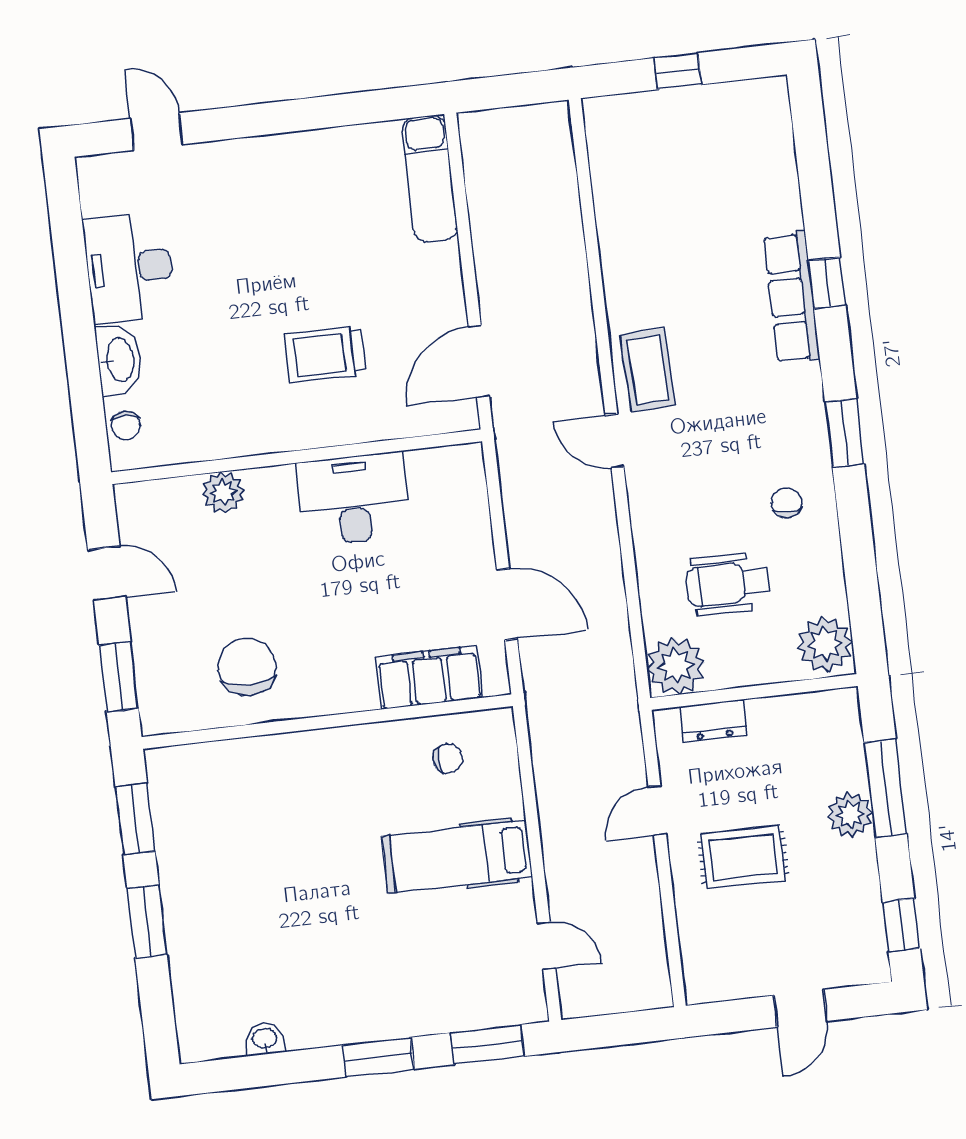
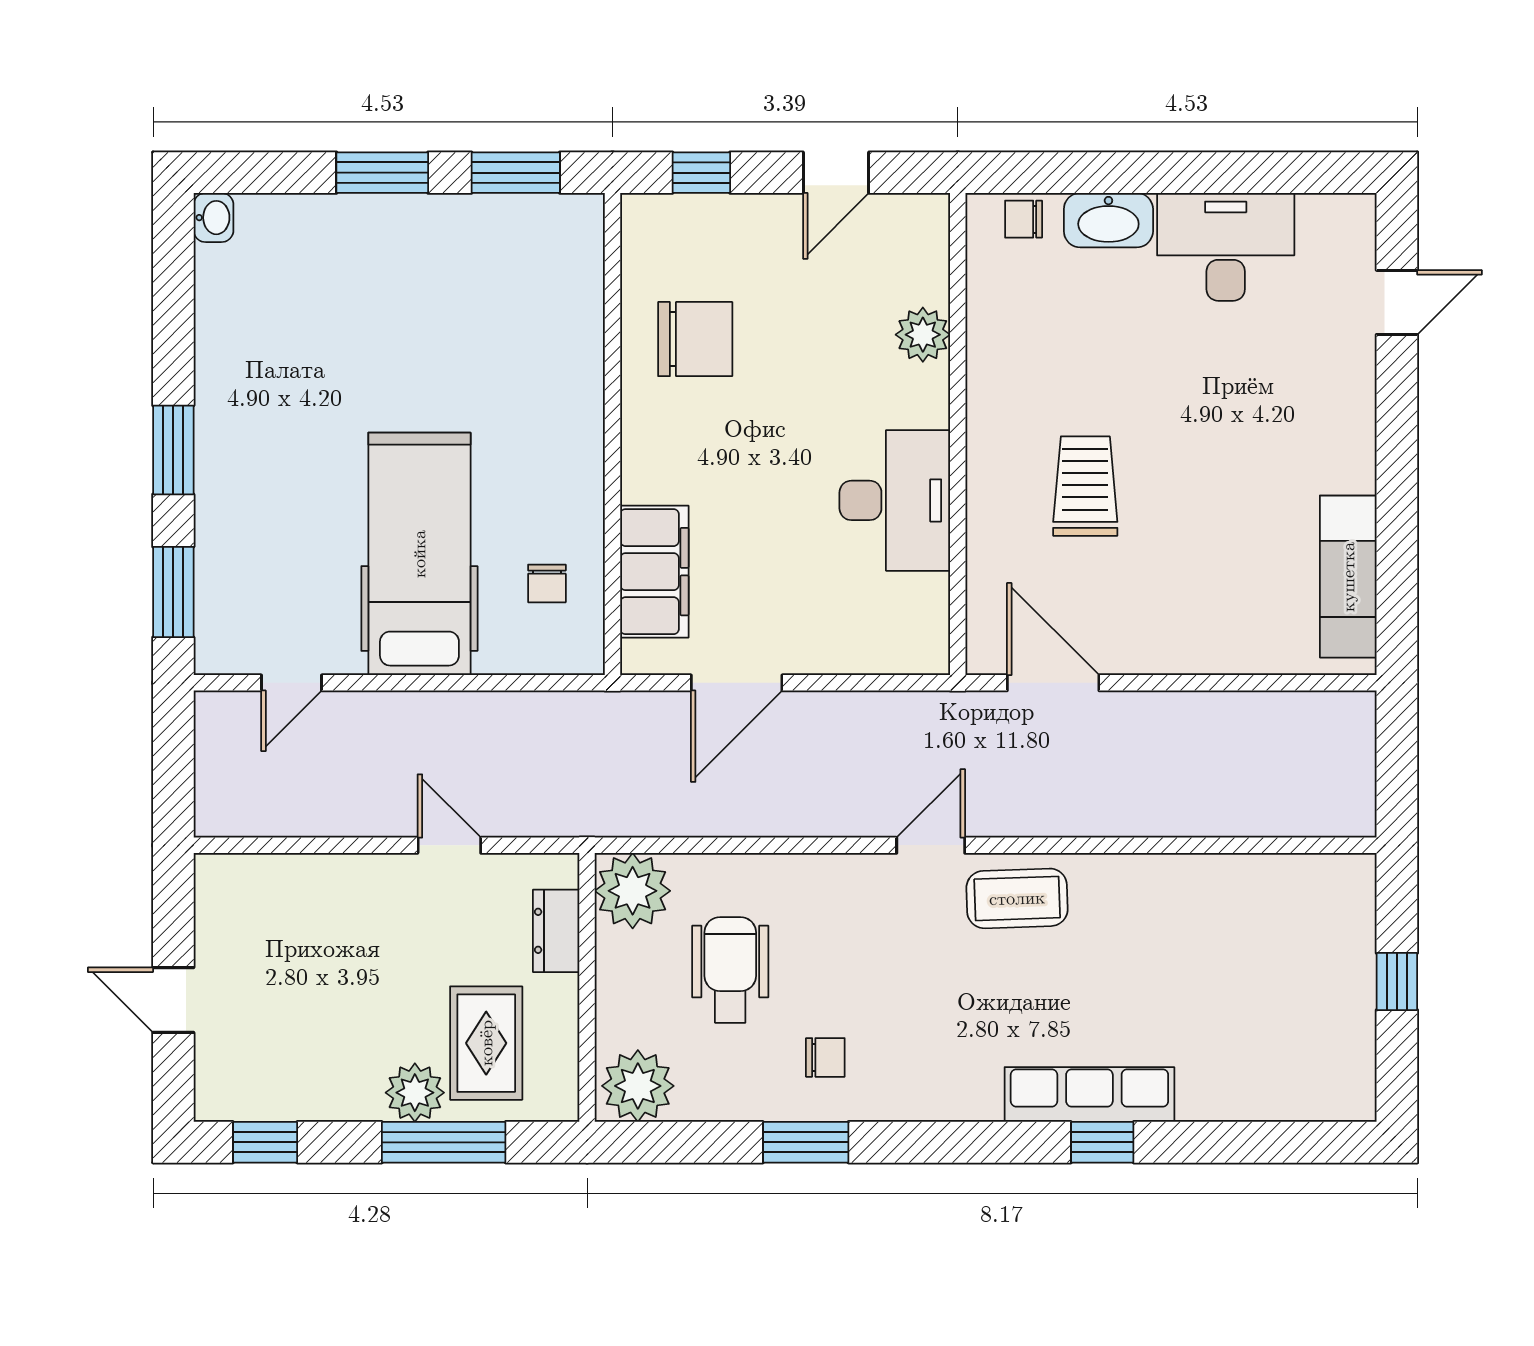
exam couch: (430, 179) -> (1348, 577), moved, turned -90
window: (844, 433) -> (806, 1142), moved
window: (119, 677) -> (701, 173), width x0.67
hospital bed: (457, 857) -> (419, 554), width x1.37, depth x1.29
rug: (743, 857) -> (486, 1043), moved
washbasin: (265, 1039) -> (214, 218), moved

